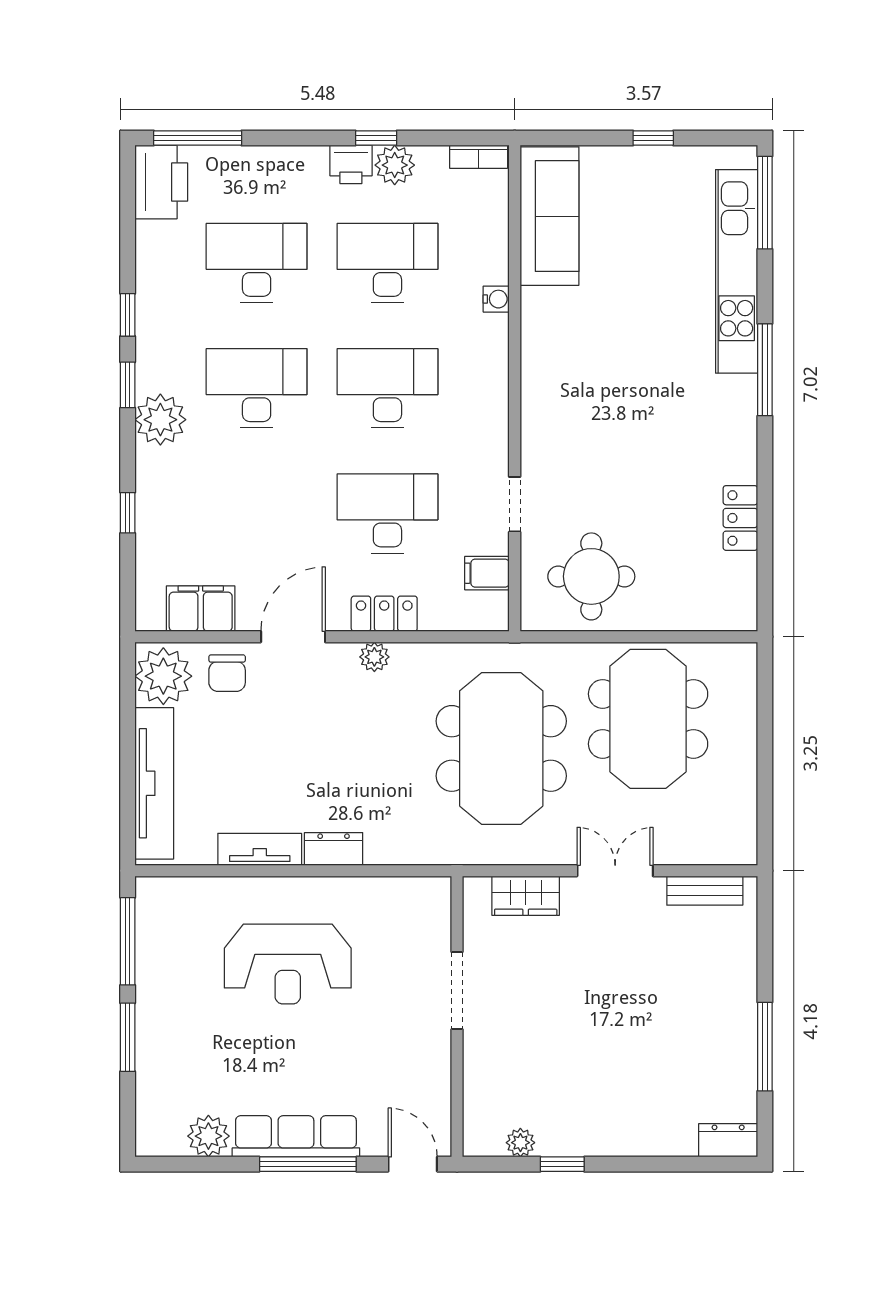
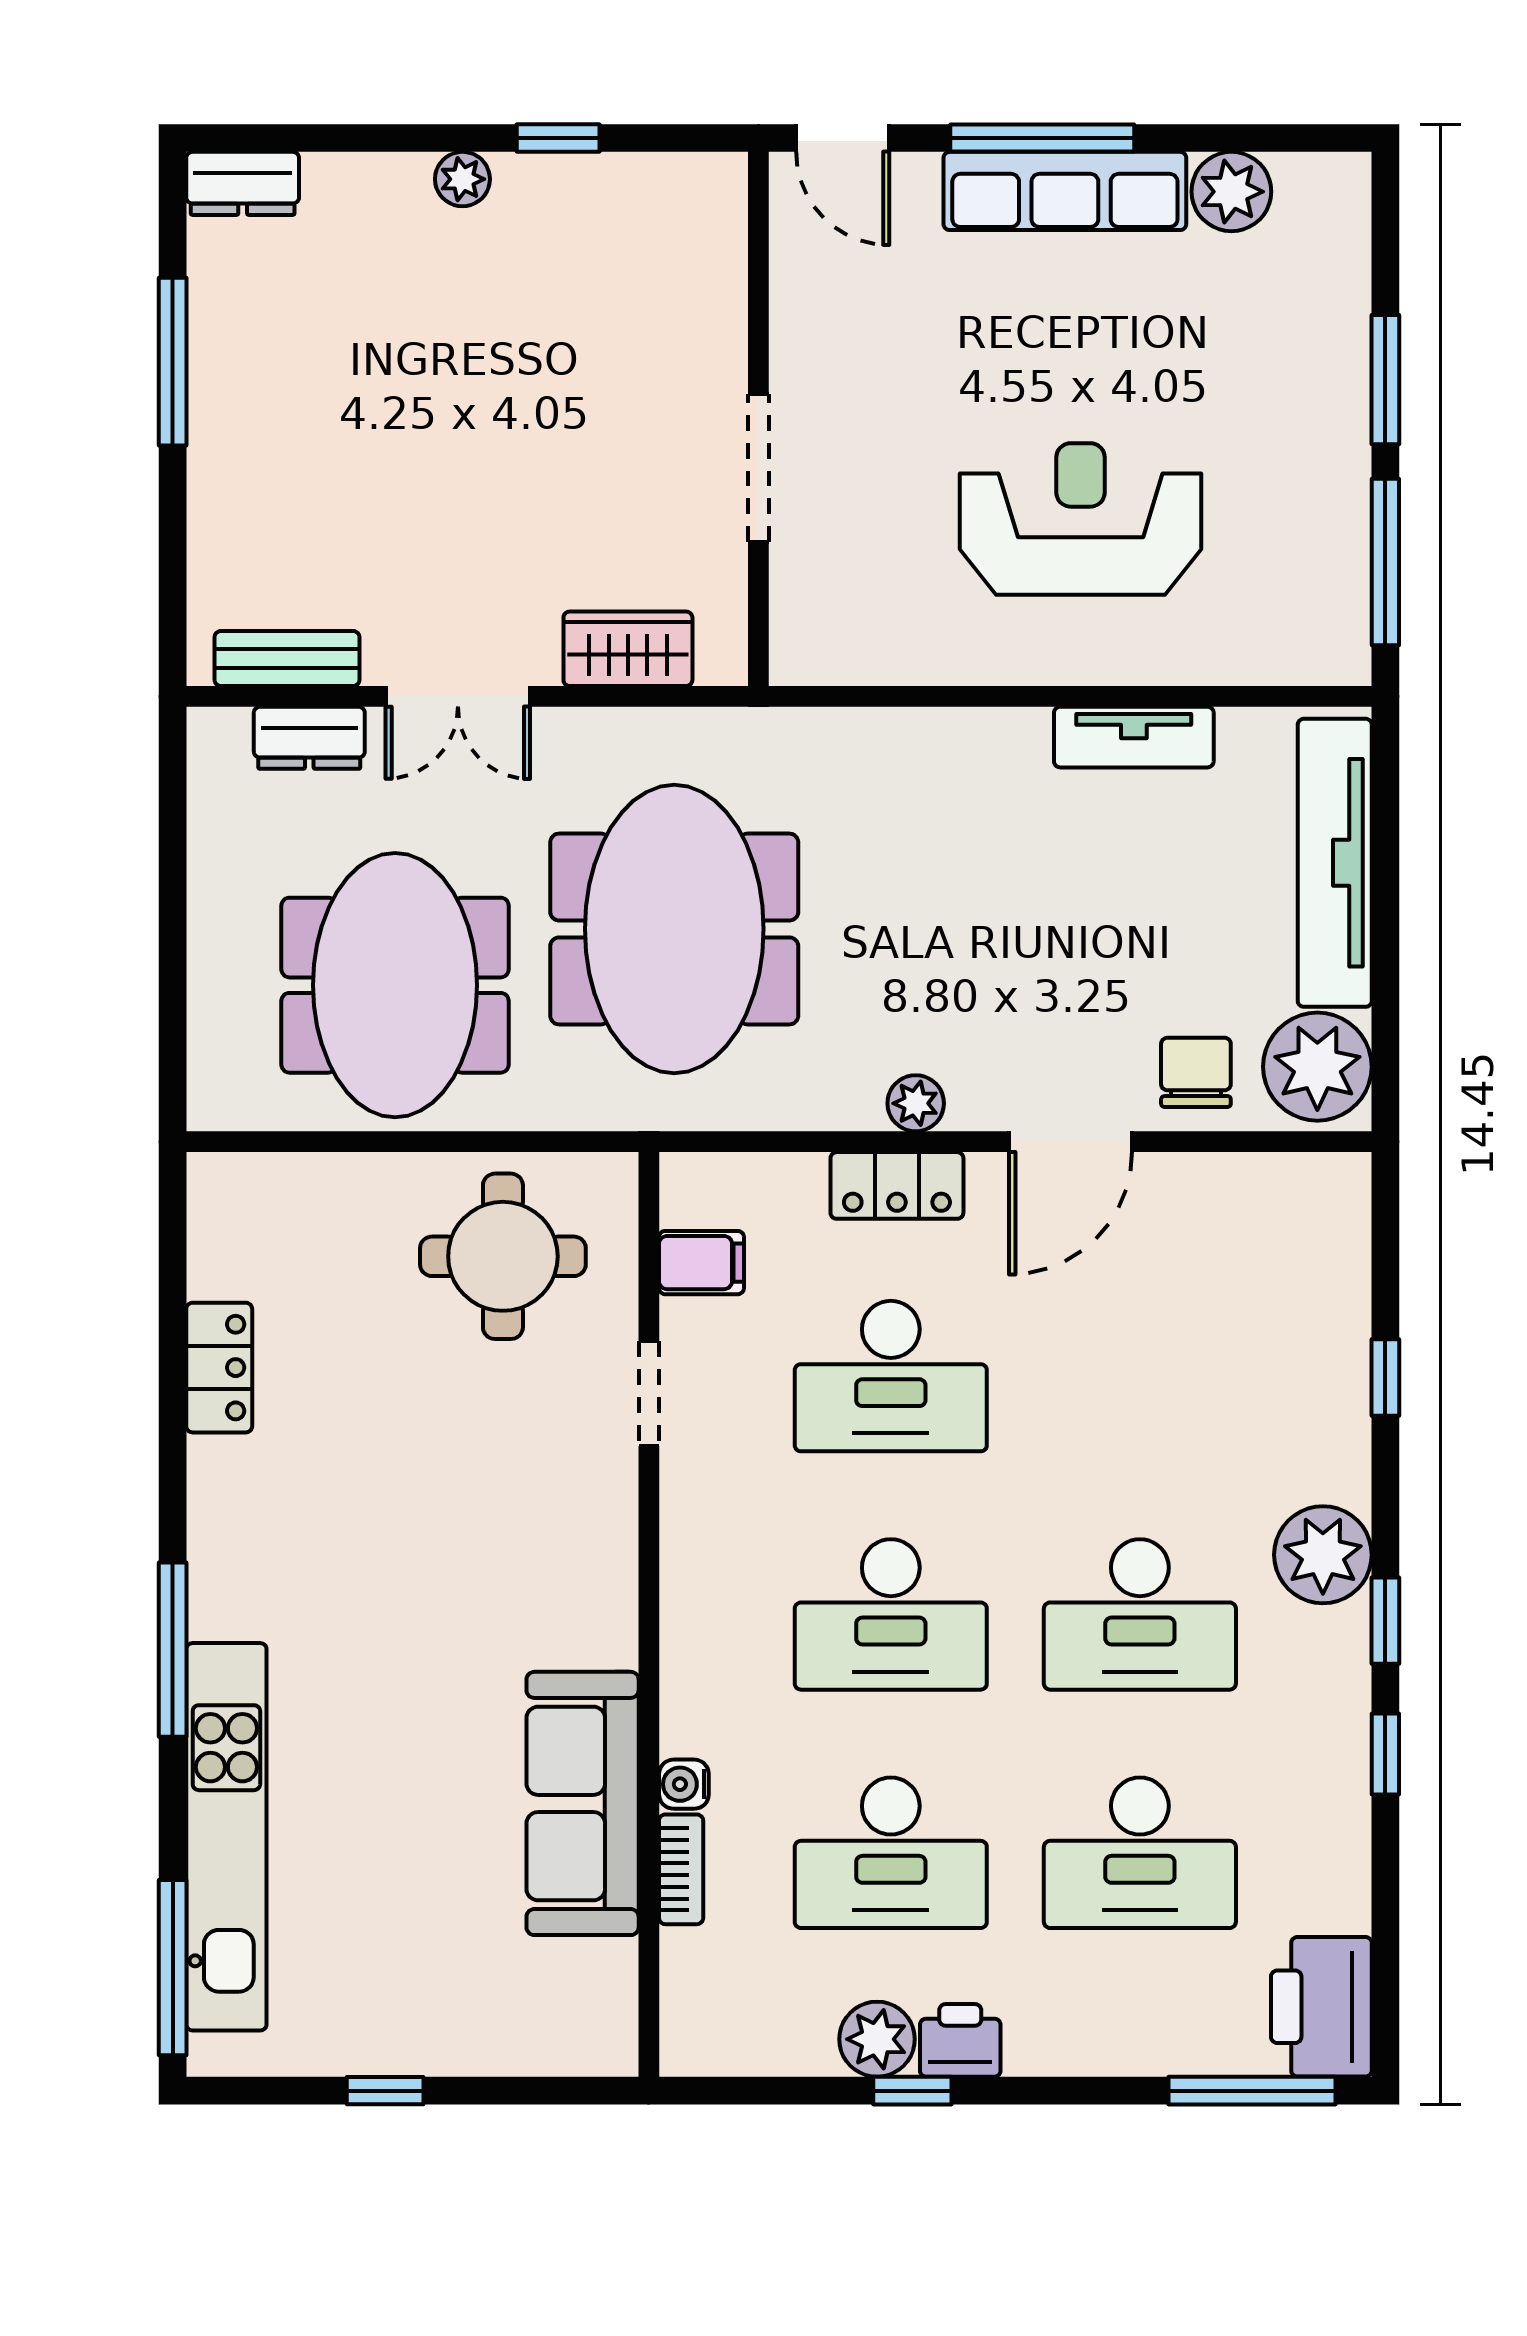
bookcase: (479, 157) -> (681, 1869), moved, turned 90
sofa: (549, 216) -> (583, 1803), moved
filing cabinet: (201, 609) -> (1246, 1195), removed
dresser: (334, 849) -> (309, 738), moved
plant: (520, 1143) -> (462, 179), moved

